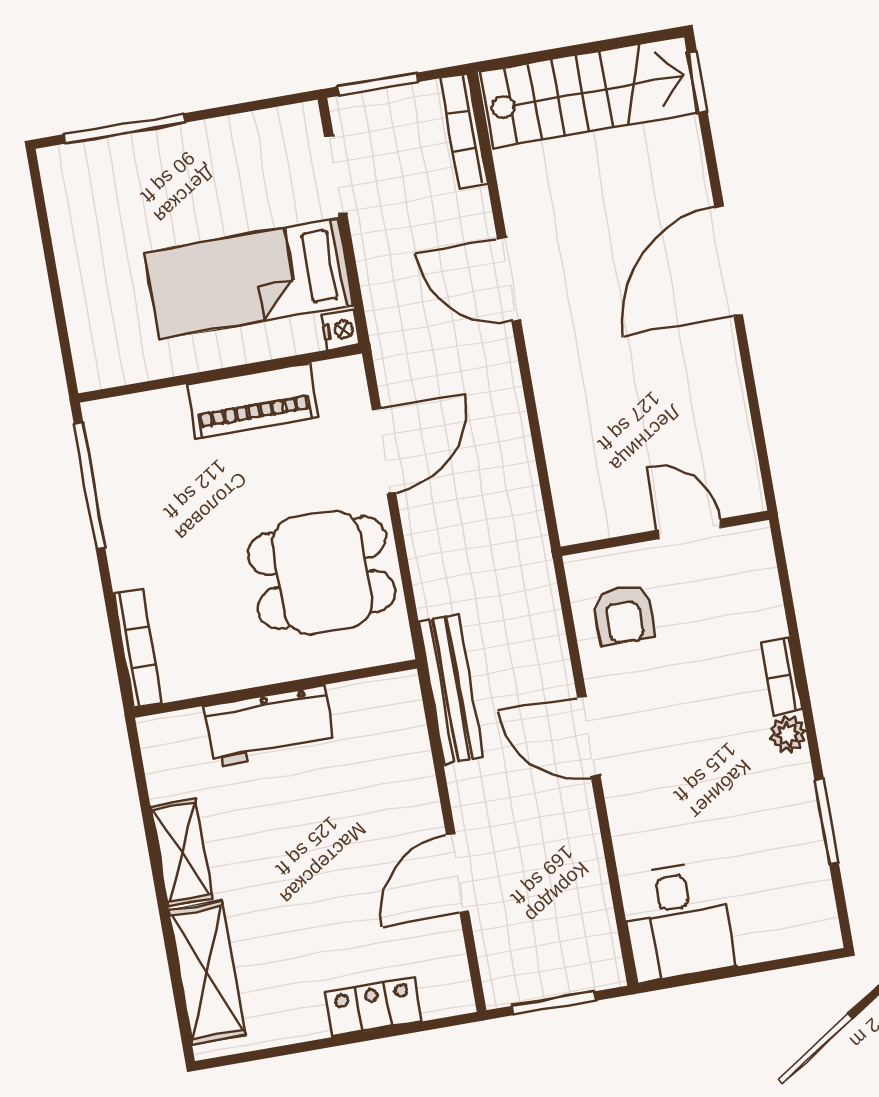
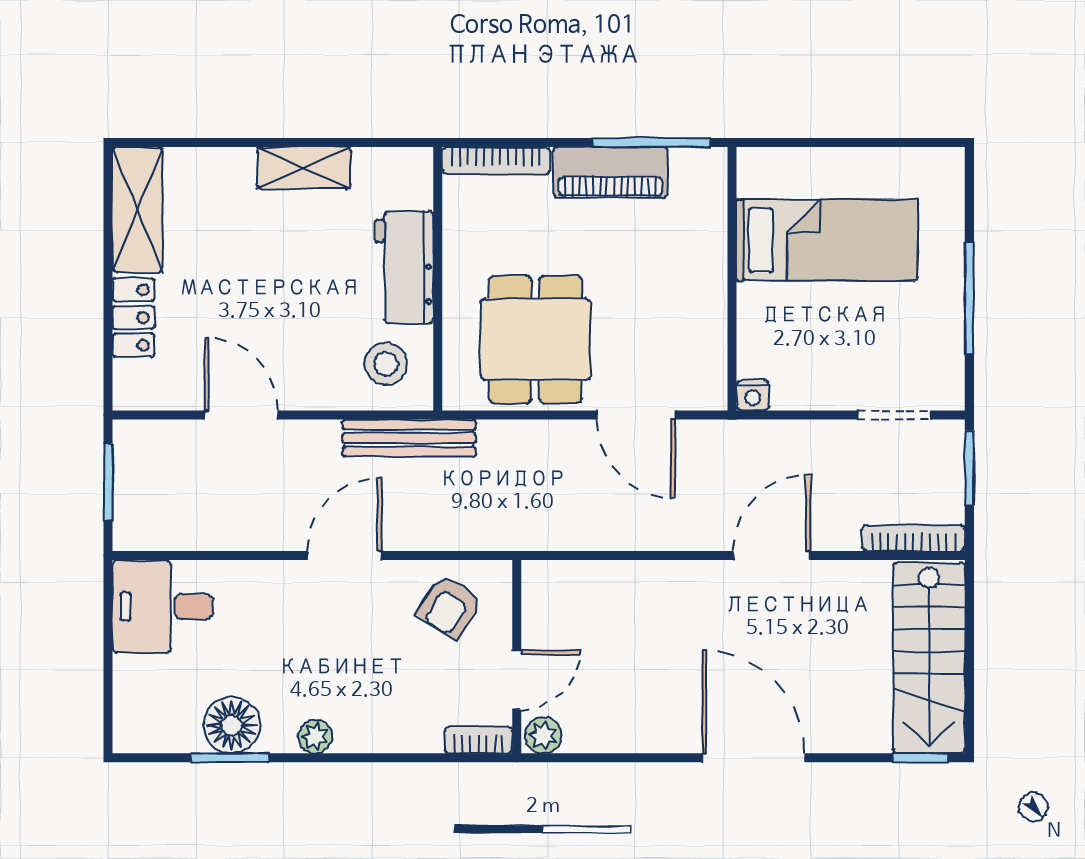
window: (124, 128) -> (969, 298), moved
bed: (249, 279) -> (827, 240), moved, turned 90
piano: (252, 401) -> (610, 172), moved, turned -90
plant: (744, 490) -> (543, 735), added
armchair: (624, 614) -> (450, 607), turned -57
bookcase: (781, 676) -> (479, 740), moved
stool: (376, 728) -> (386, 364), added
floor lamp: (791, 825) -> (232, 725), added
shelving: (207, 973) -> (138, 210), moved, turned 90

